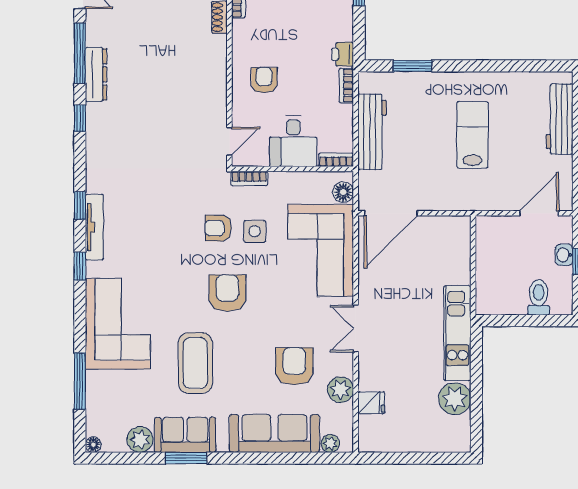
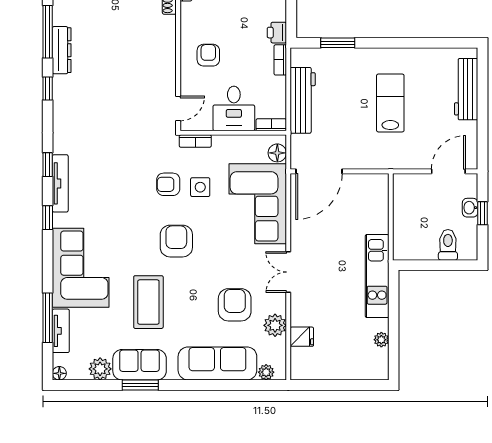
tv unit: (95, 396) -> (61, 331), added
plant: (455, 399) -> (381, 340), width x0.53, depth x0.53

